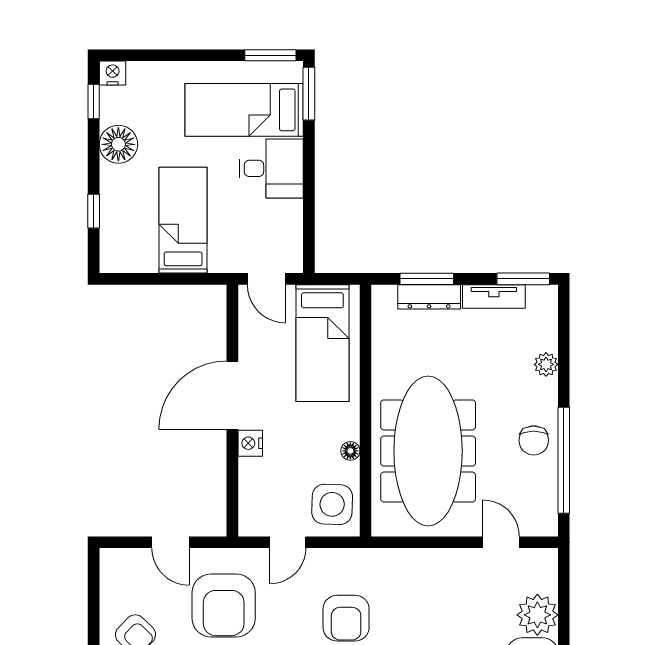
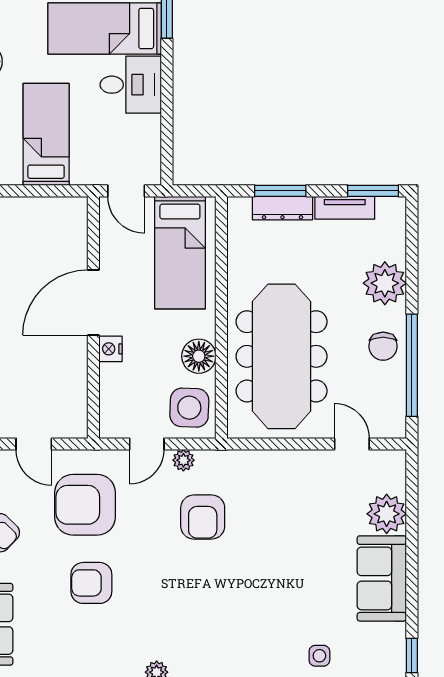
plant: (546, 364) -> (385, 283), width x1.87, depth x1.87
floor lamp: (350, 451) -> (199, 356), width x1.89, depth x1.89
plant: (326, 559) -> (183, 460), added
armchair: (224, 605) -> (85, 505), turned 90

